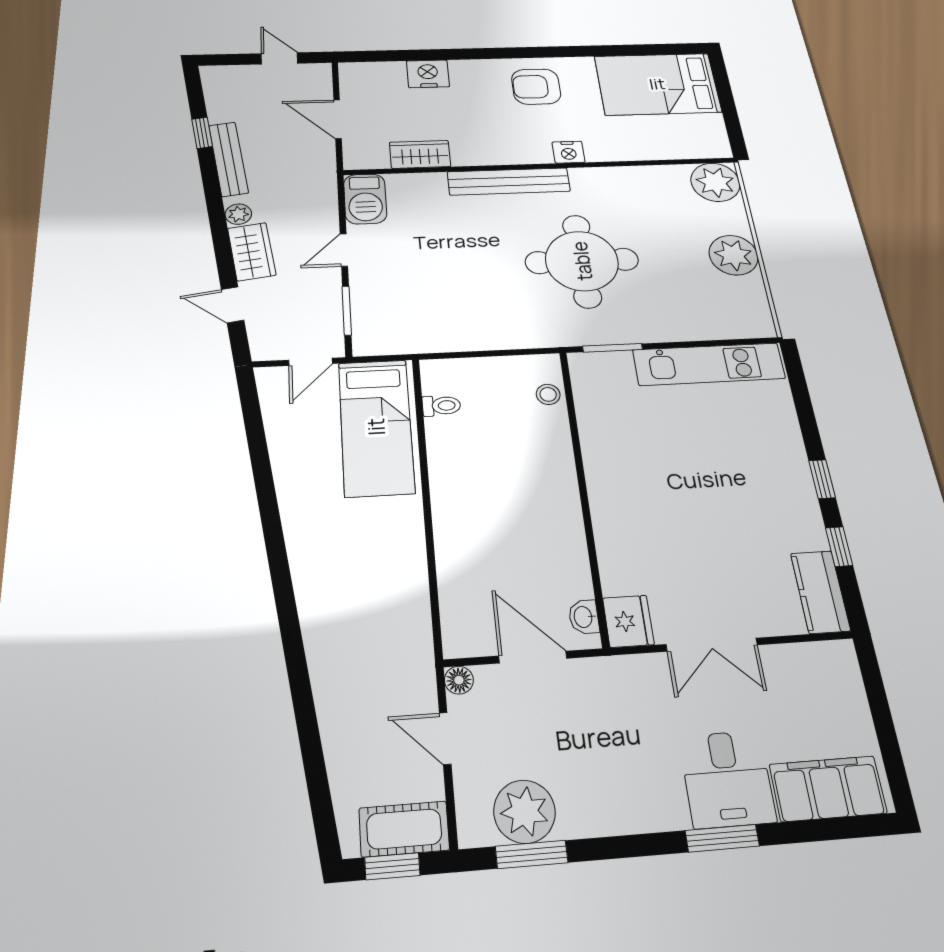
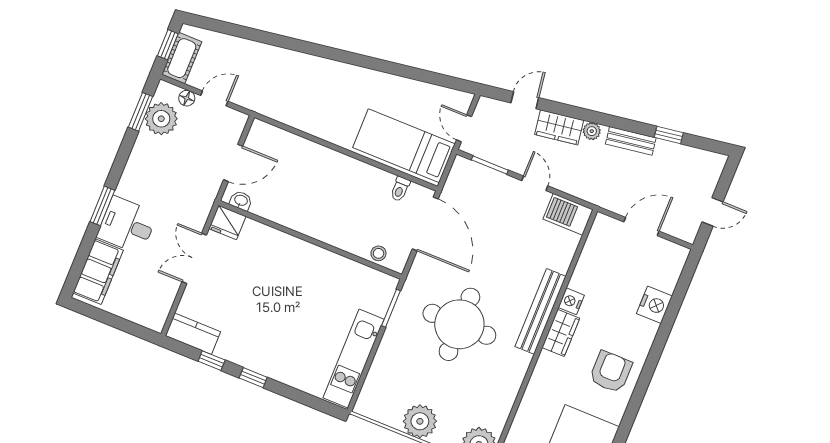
nightstand: (568, 152) -> (571, 301), moved
wardrobe: (420, 154) -> (561, 333), moved
bench: (228, 159) -> (631, 141), width x0.73
door: (473, 354) -> (425, 224), added
floor lamp: (459, 680) -> (187, 98), moved

